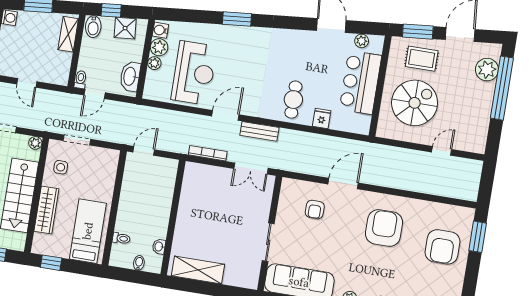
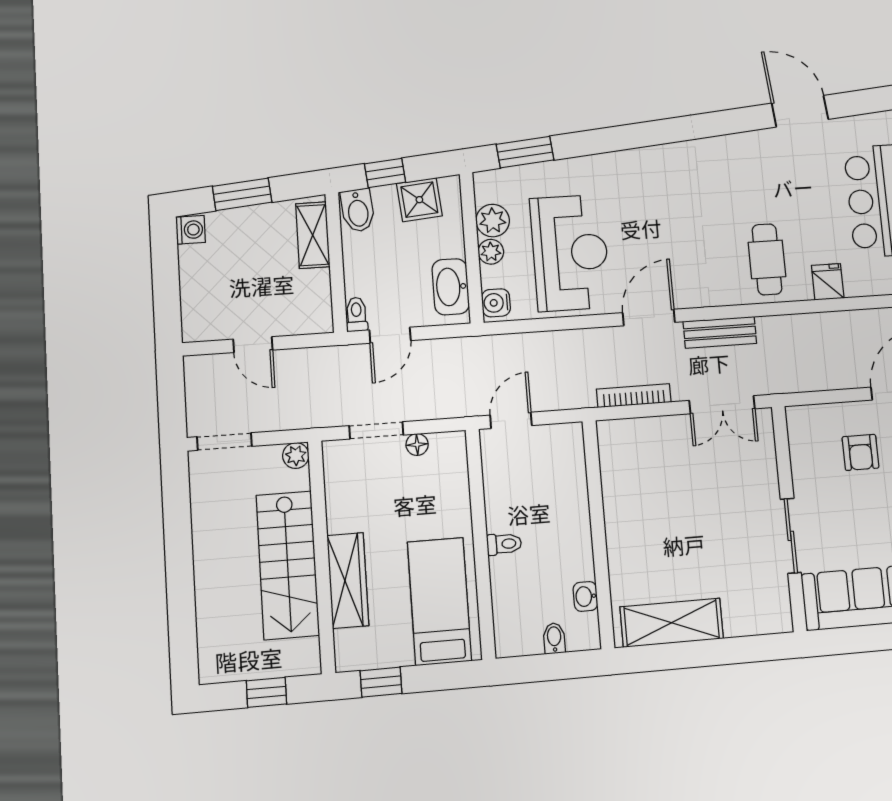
window: (237, 19) -> (525, 152), moved
water cooler: (160, 30) -> (496, 303), moved
plant: (362, 41) -> (862, 126), removed
floor lamp: (95, 152) -> (417, 445), added
side table: (61, 167) -> (357, 490), removed
toilet: (121, 238) -> (504, 544), moved

